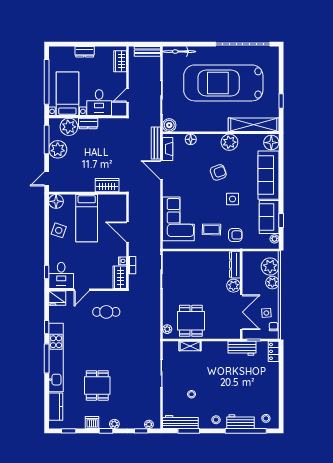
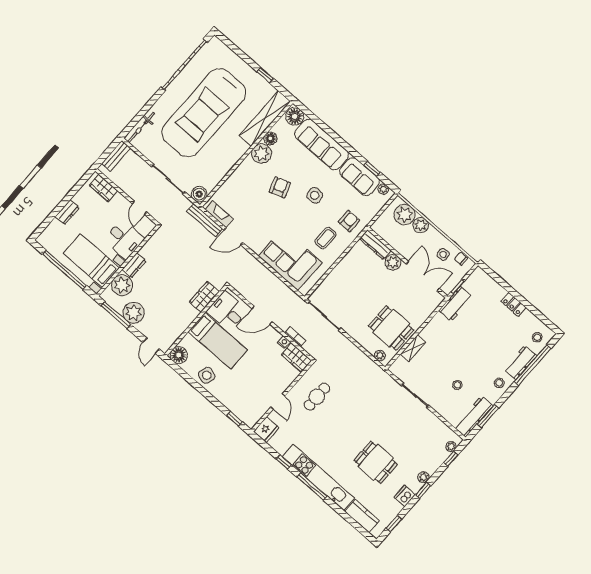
floor lamp: (191, 139) -> (270, 138), moved
desk: (61, 275) -> (227, 311), moved, turned 180
locker: (274, 351) -> (514, 304), moved

